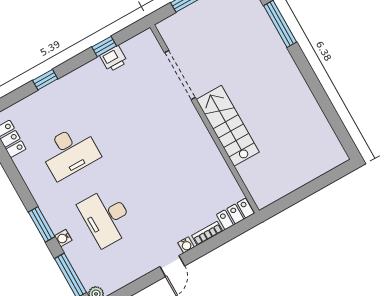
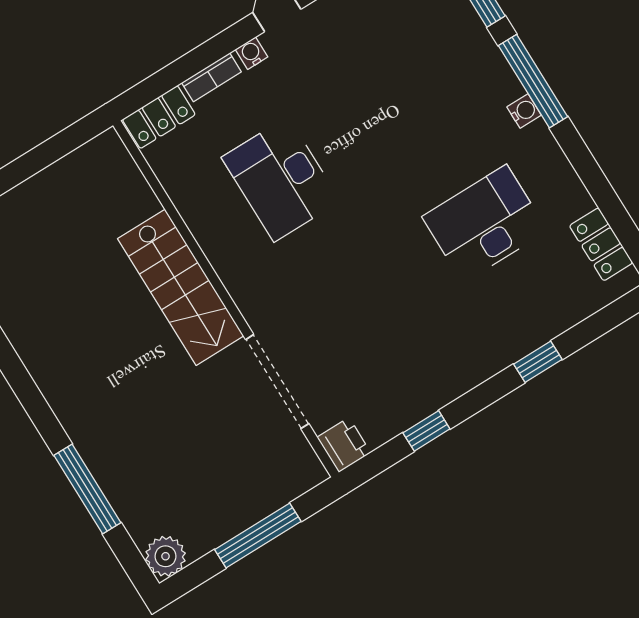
printer: (114, 59) -> (344, 445), moved, turned 90
desk: (106, 217) -> (281, 179), moved, turned 180
window: (42, 224) -> (533, 81), width x1.44
water cooler: (63, 238) -> (524, 111), moved

